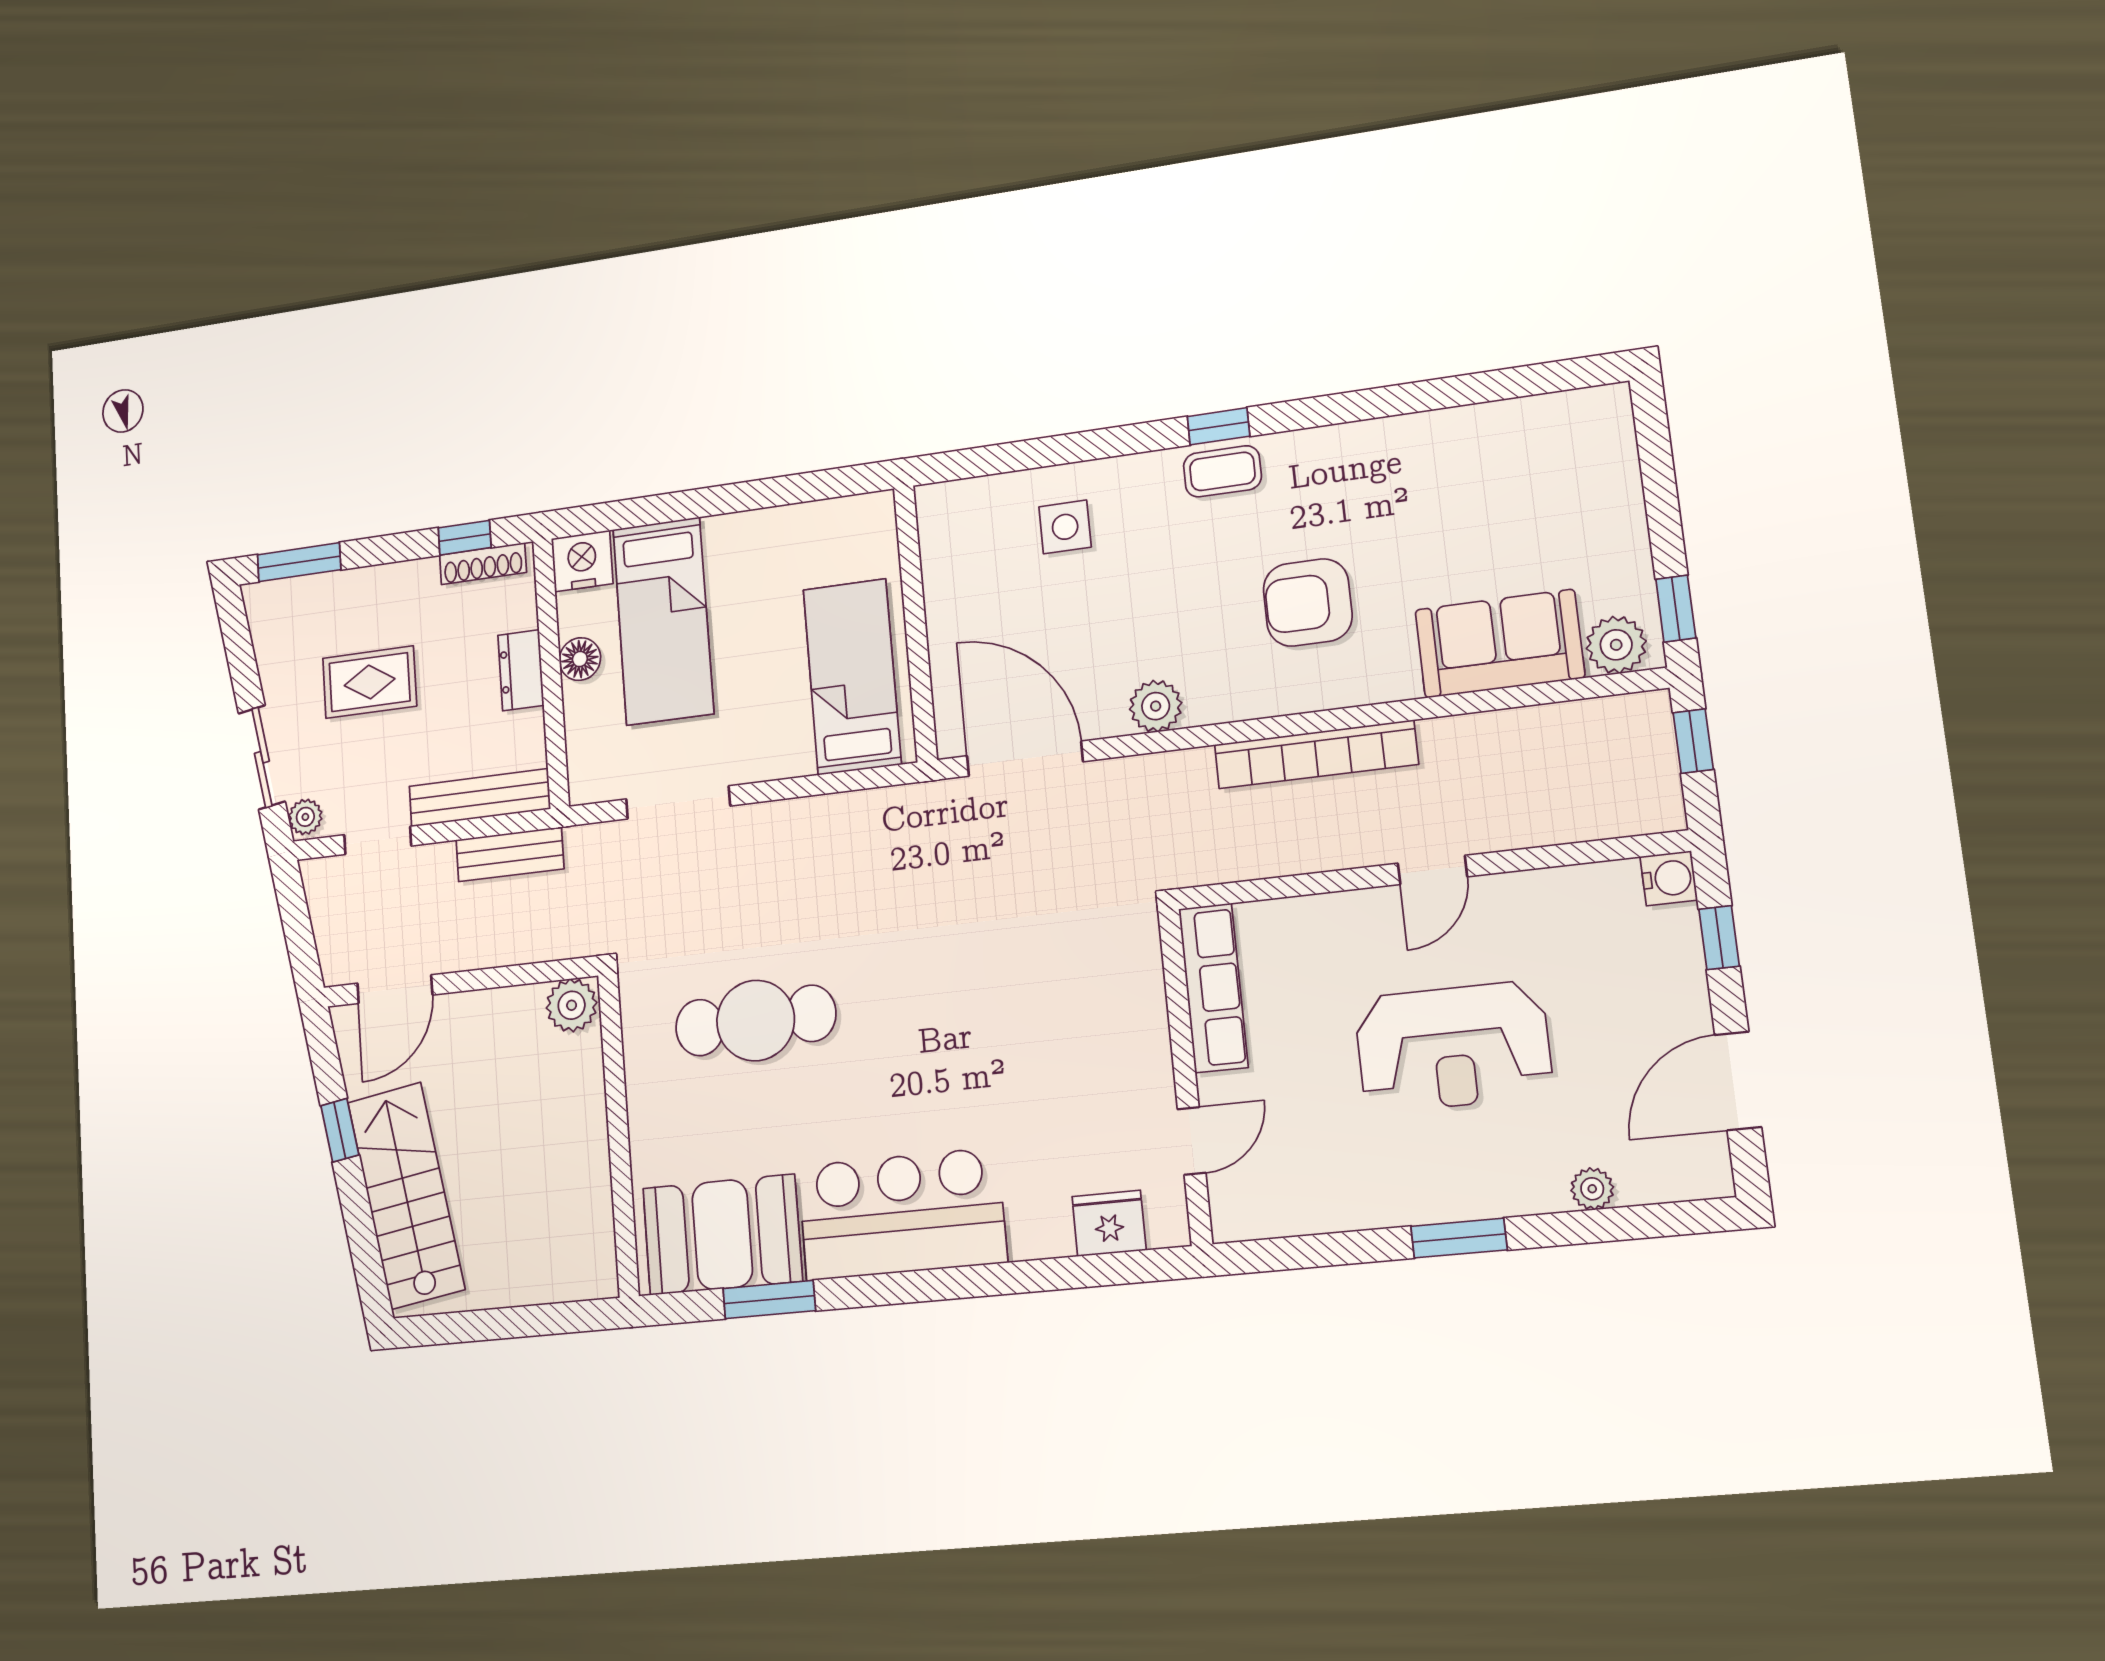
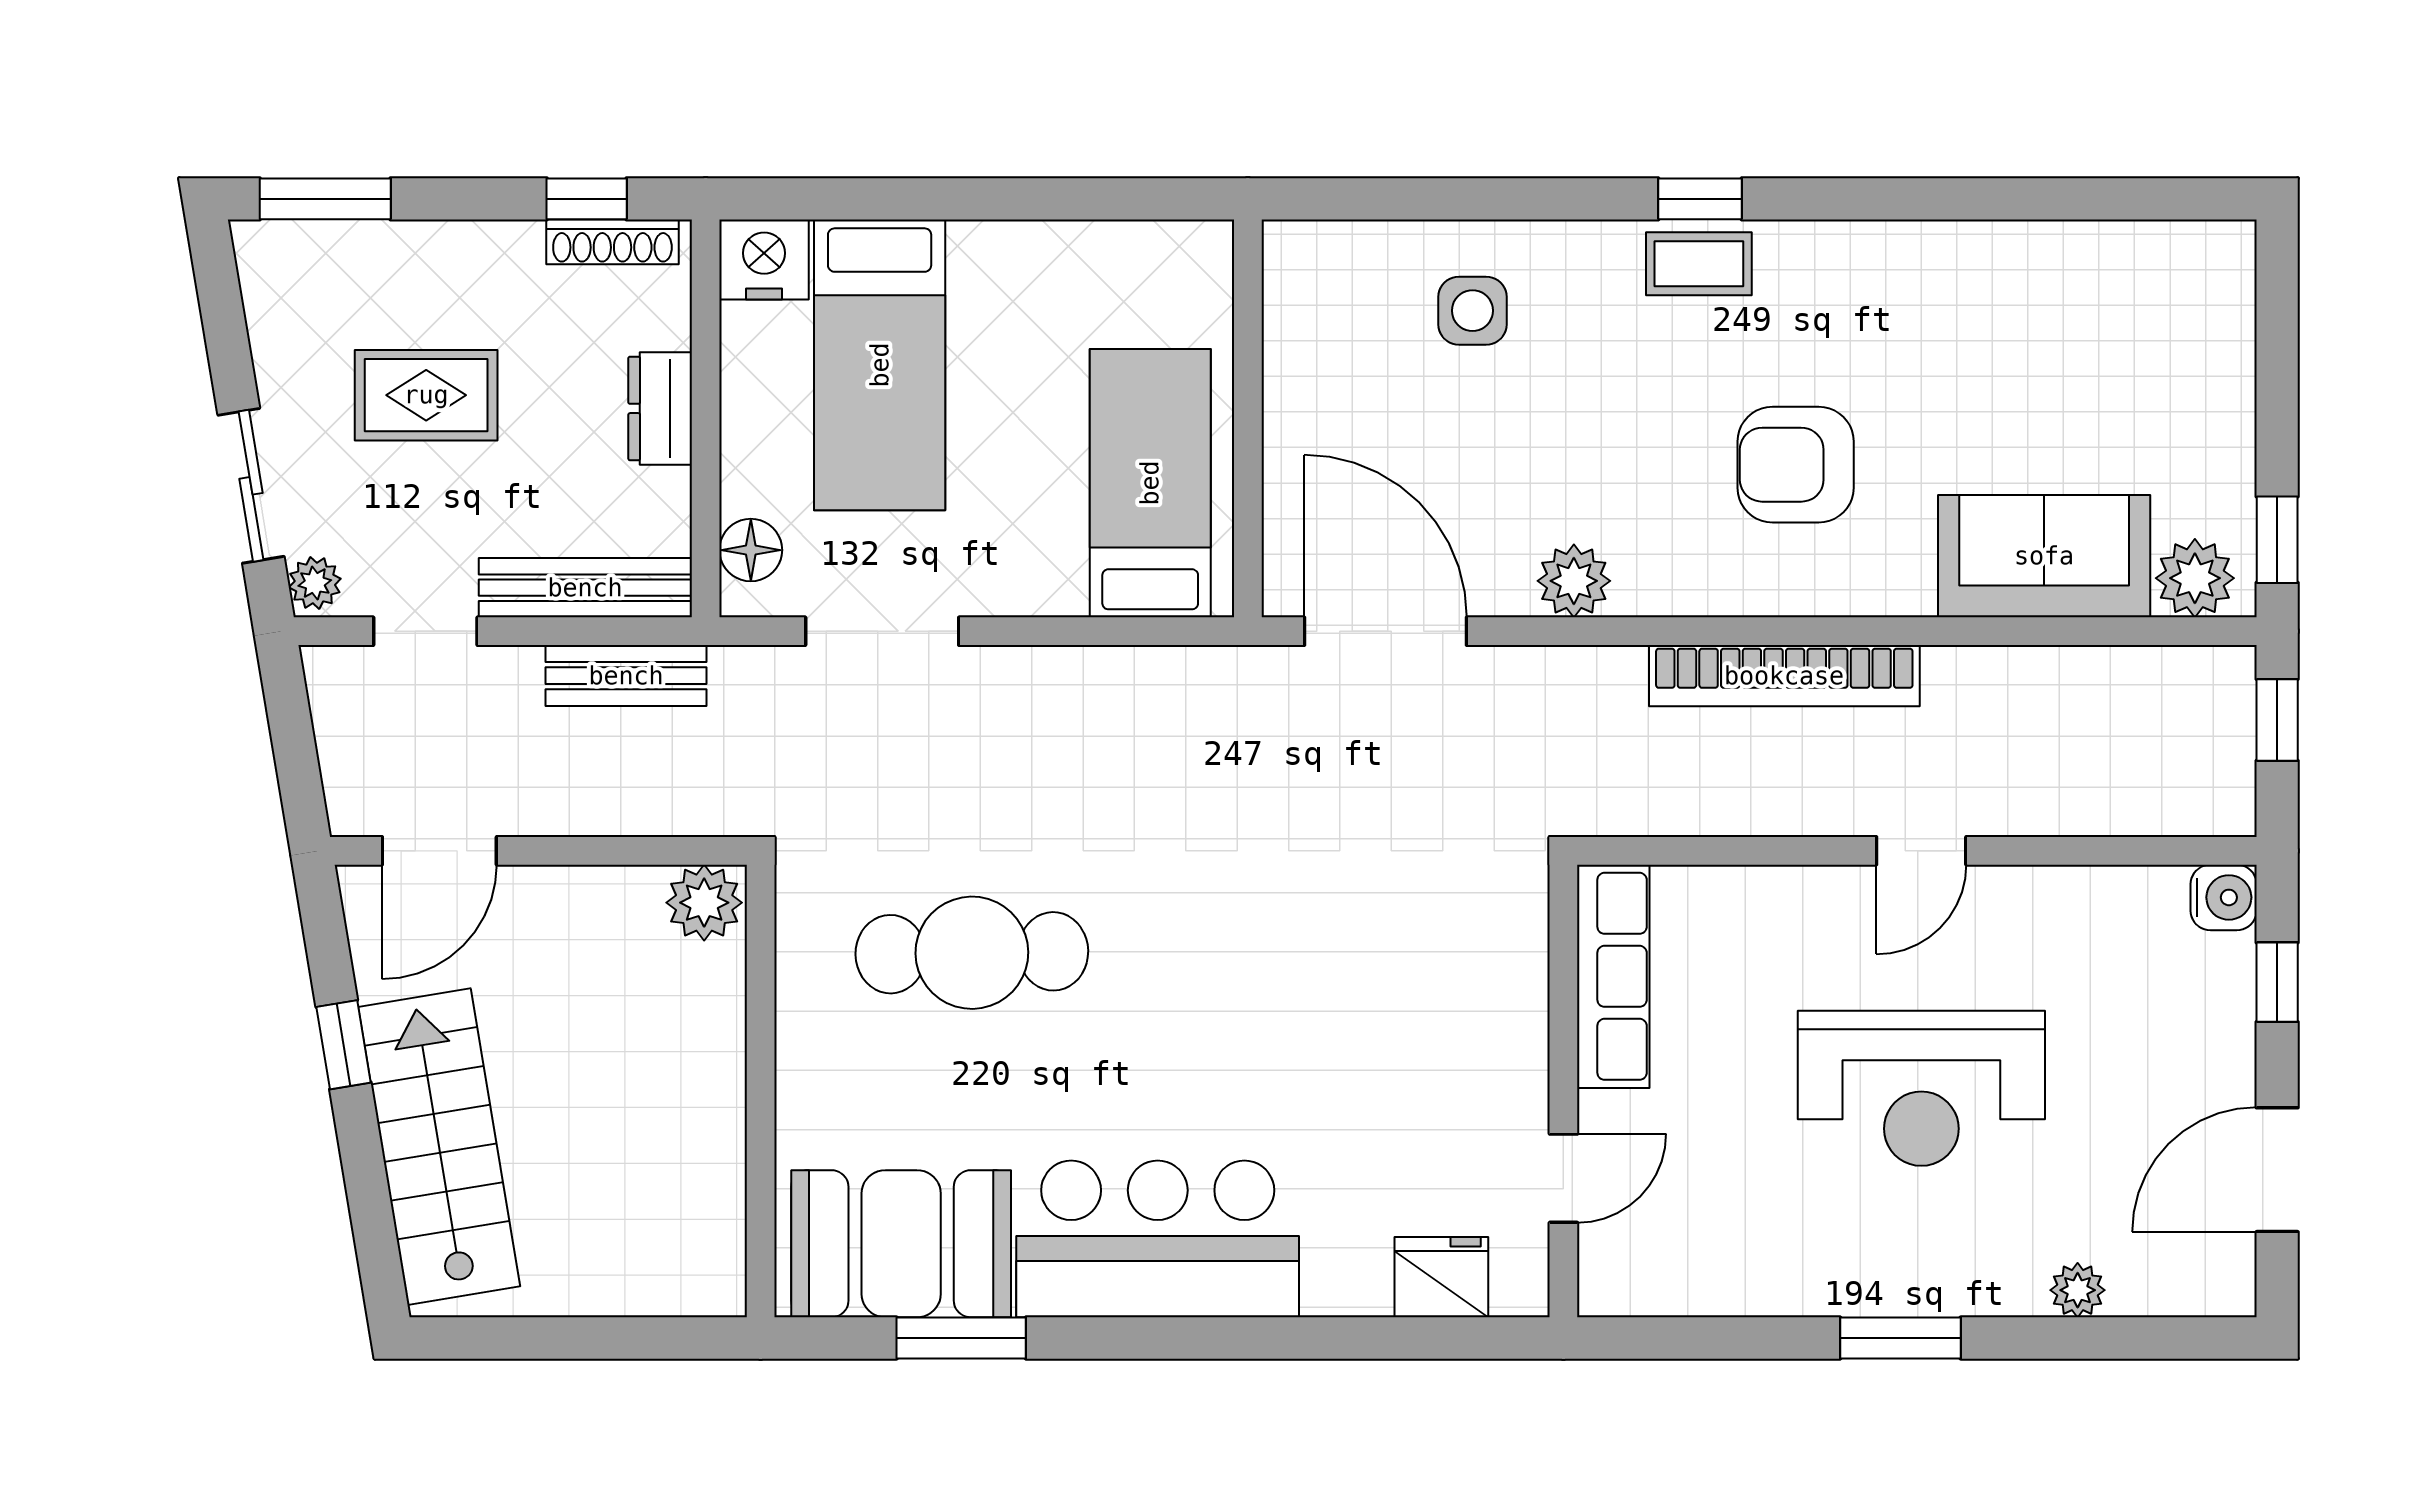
floor lamp: (580, 659) -> (751, 550), moved

